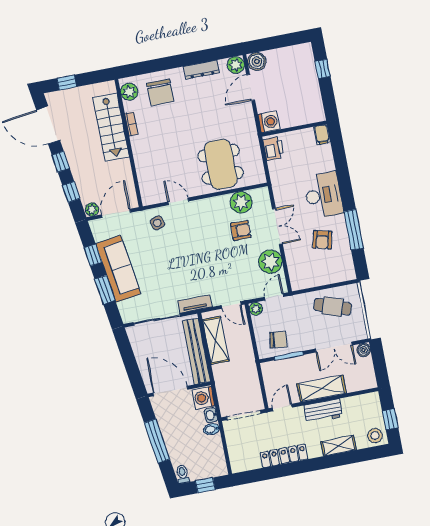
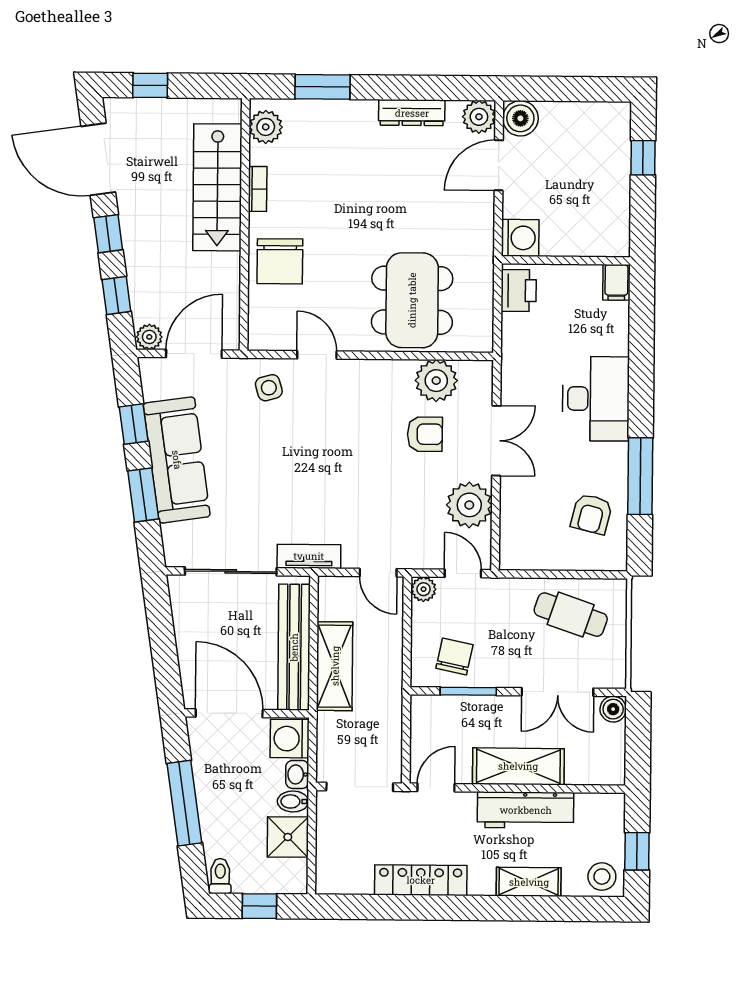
window: (154, 66) -> (322, 87), added
chair: (160, 92) -> (280, 261), moved
armchair: (322, 240) -> (591, 514), moved
door: (274, 297) -> (463, 573), hinge flipped
shelving: (216, 340) -> (335, 666), moved
chair: (278, 340) -> (454, 656), turned -85
workbench: (323, 411) -> (526, 810), width x1.38
shower: (213, 448) -> (288, 837), added

